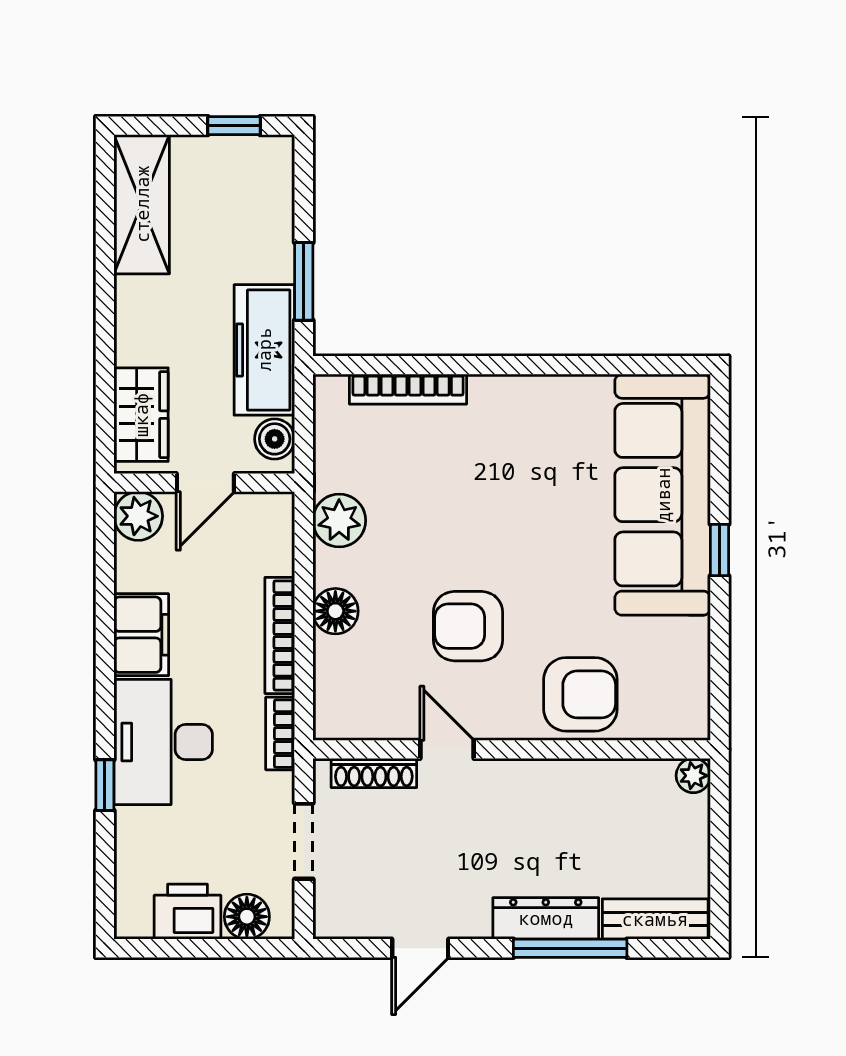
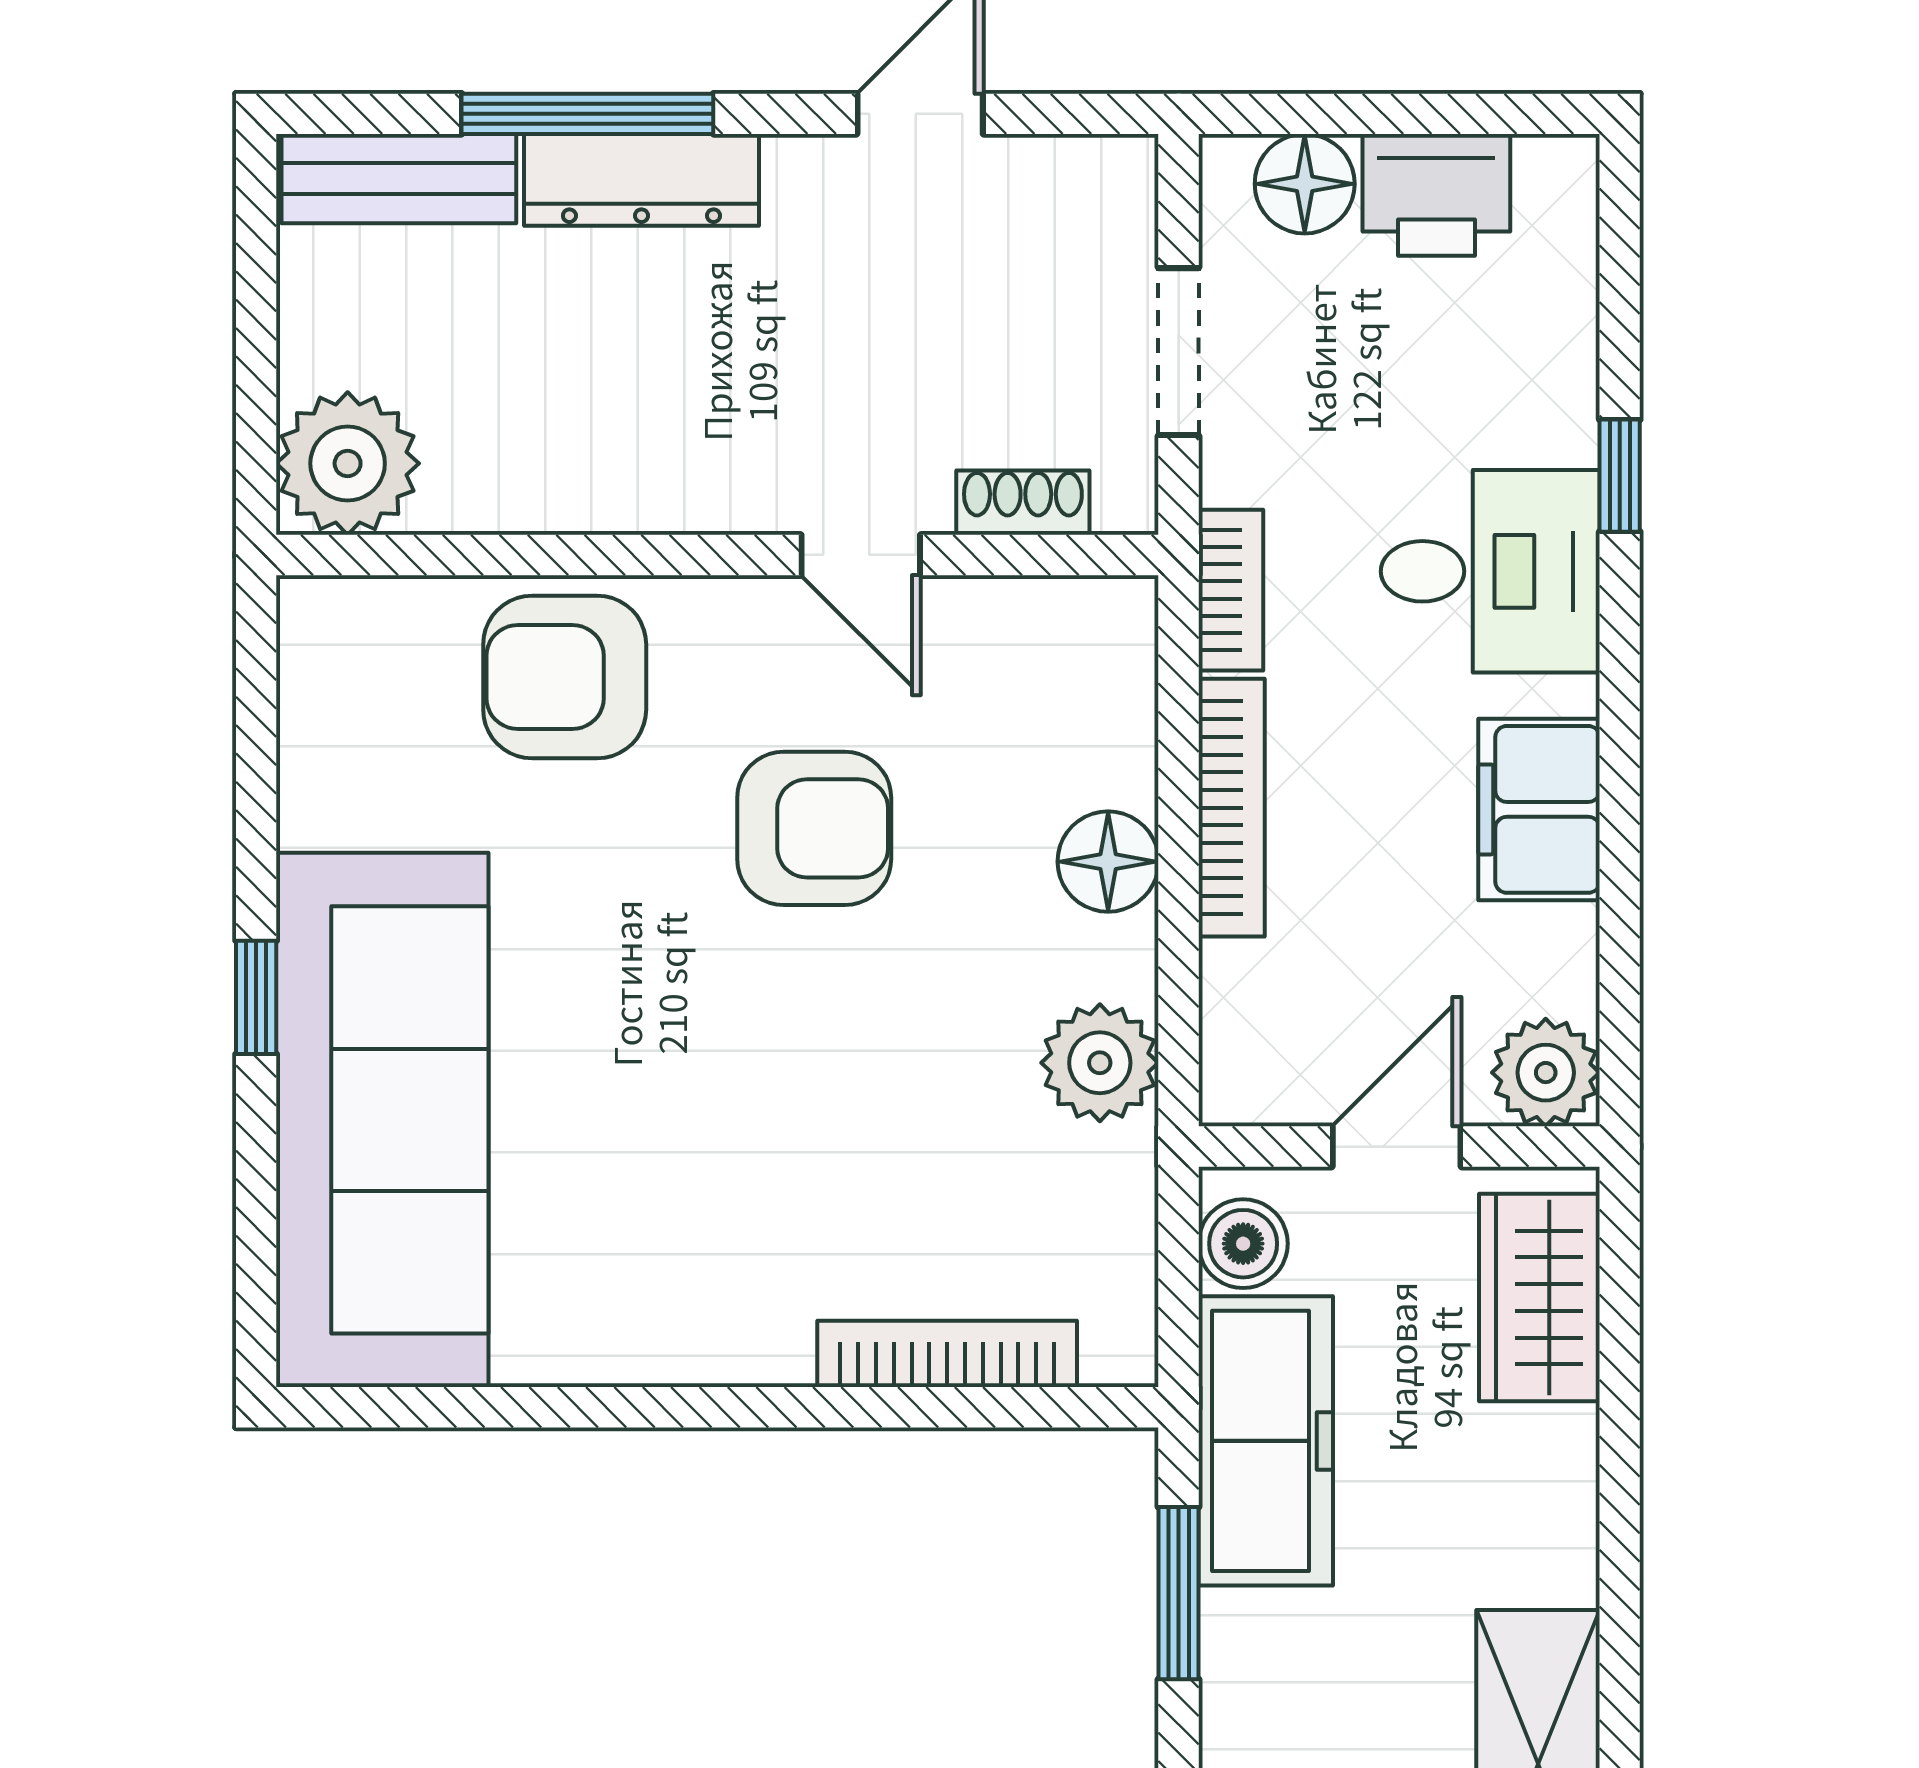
desk: (163, 742) -> (1490, 571), width x0.73
shoe rack: (374, 773) -> (1023, 503), width x0.70
plant: (693, 776) -> (348, 463), width x1.88, depth x1.88

